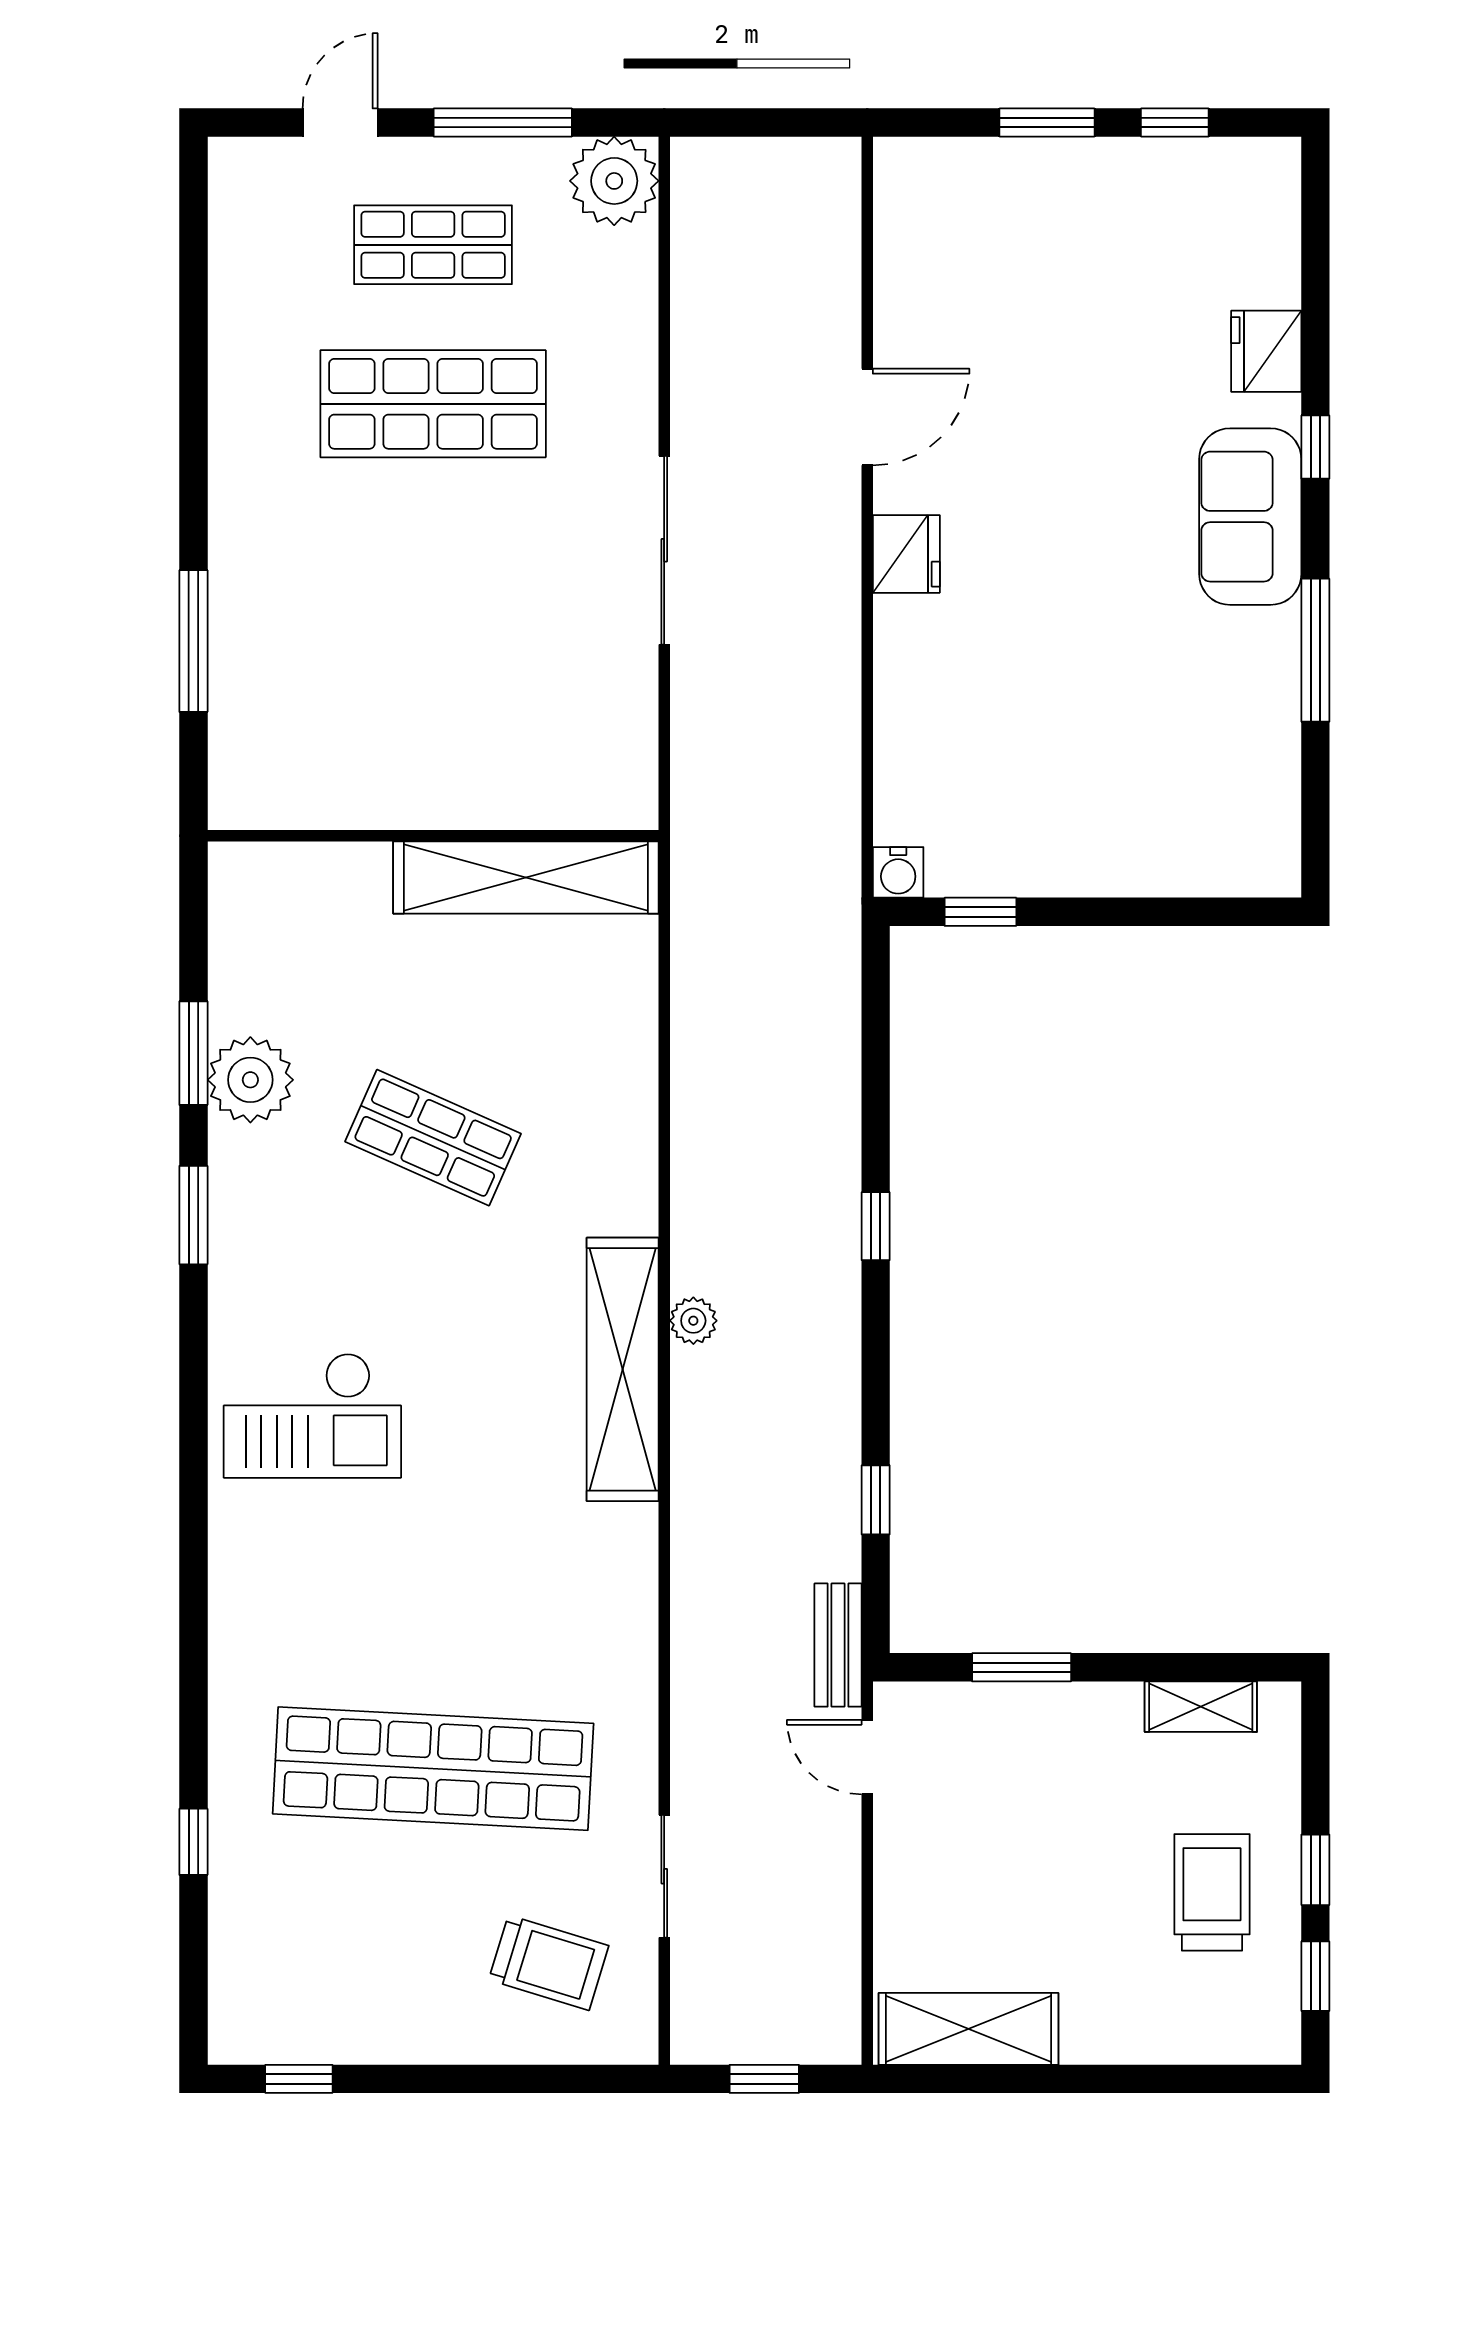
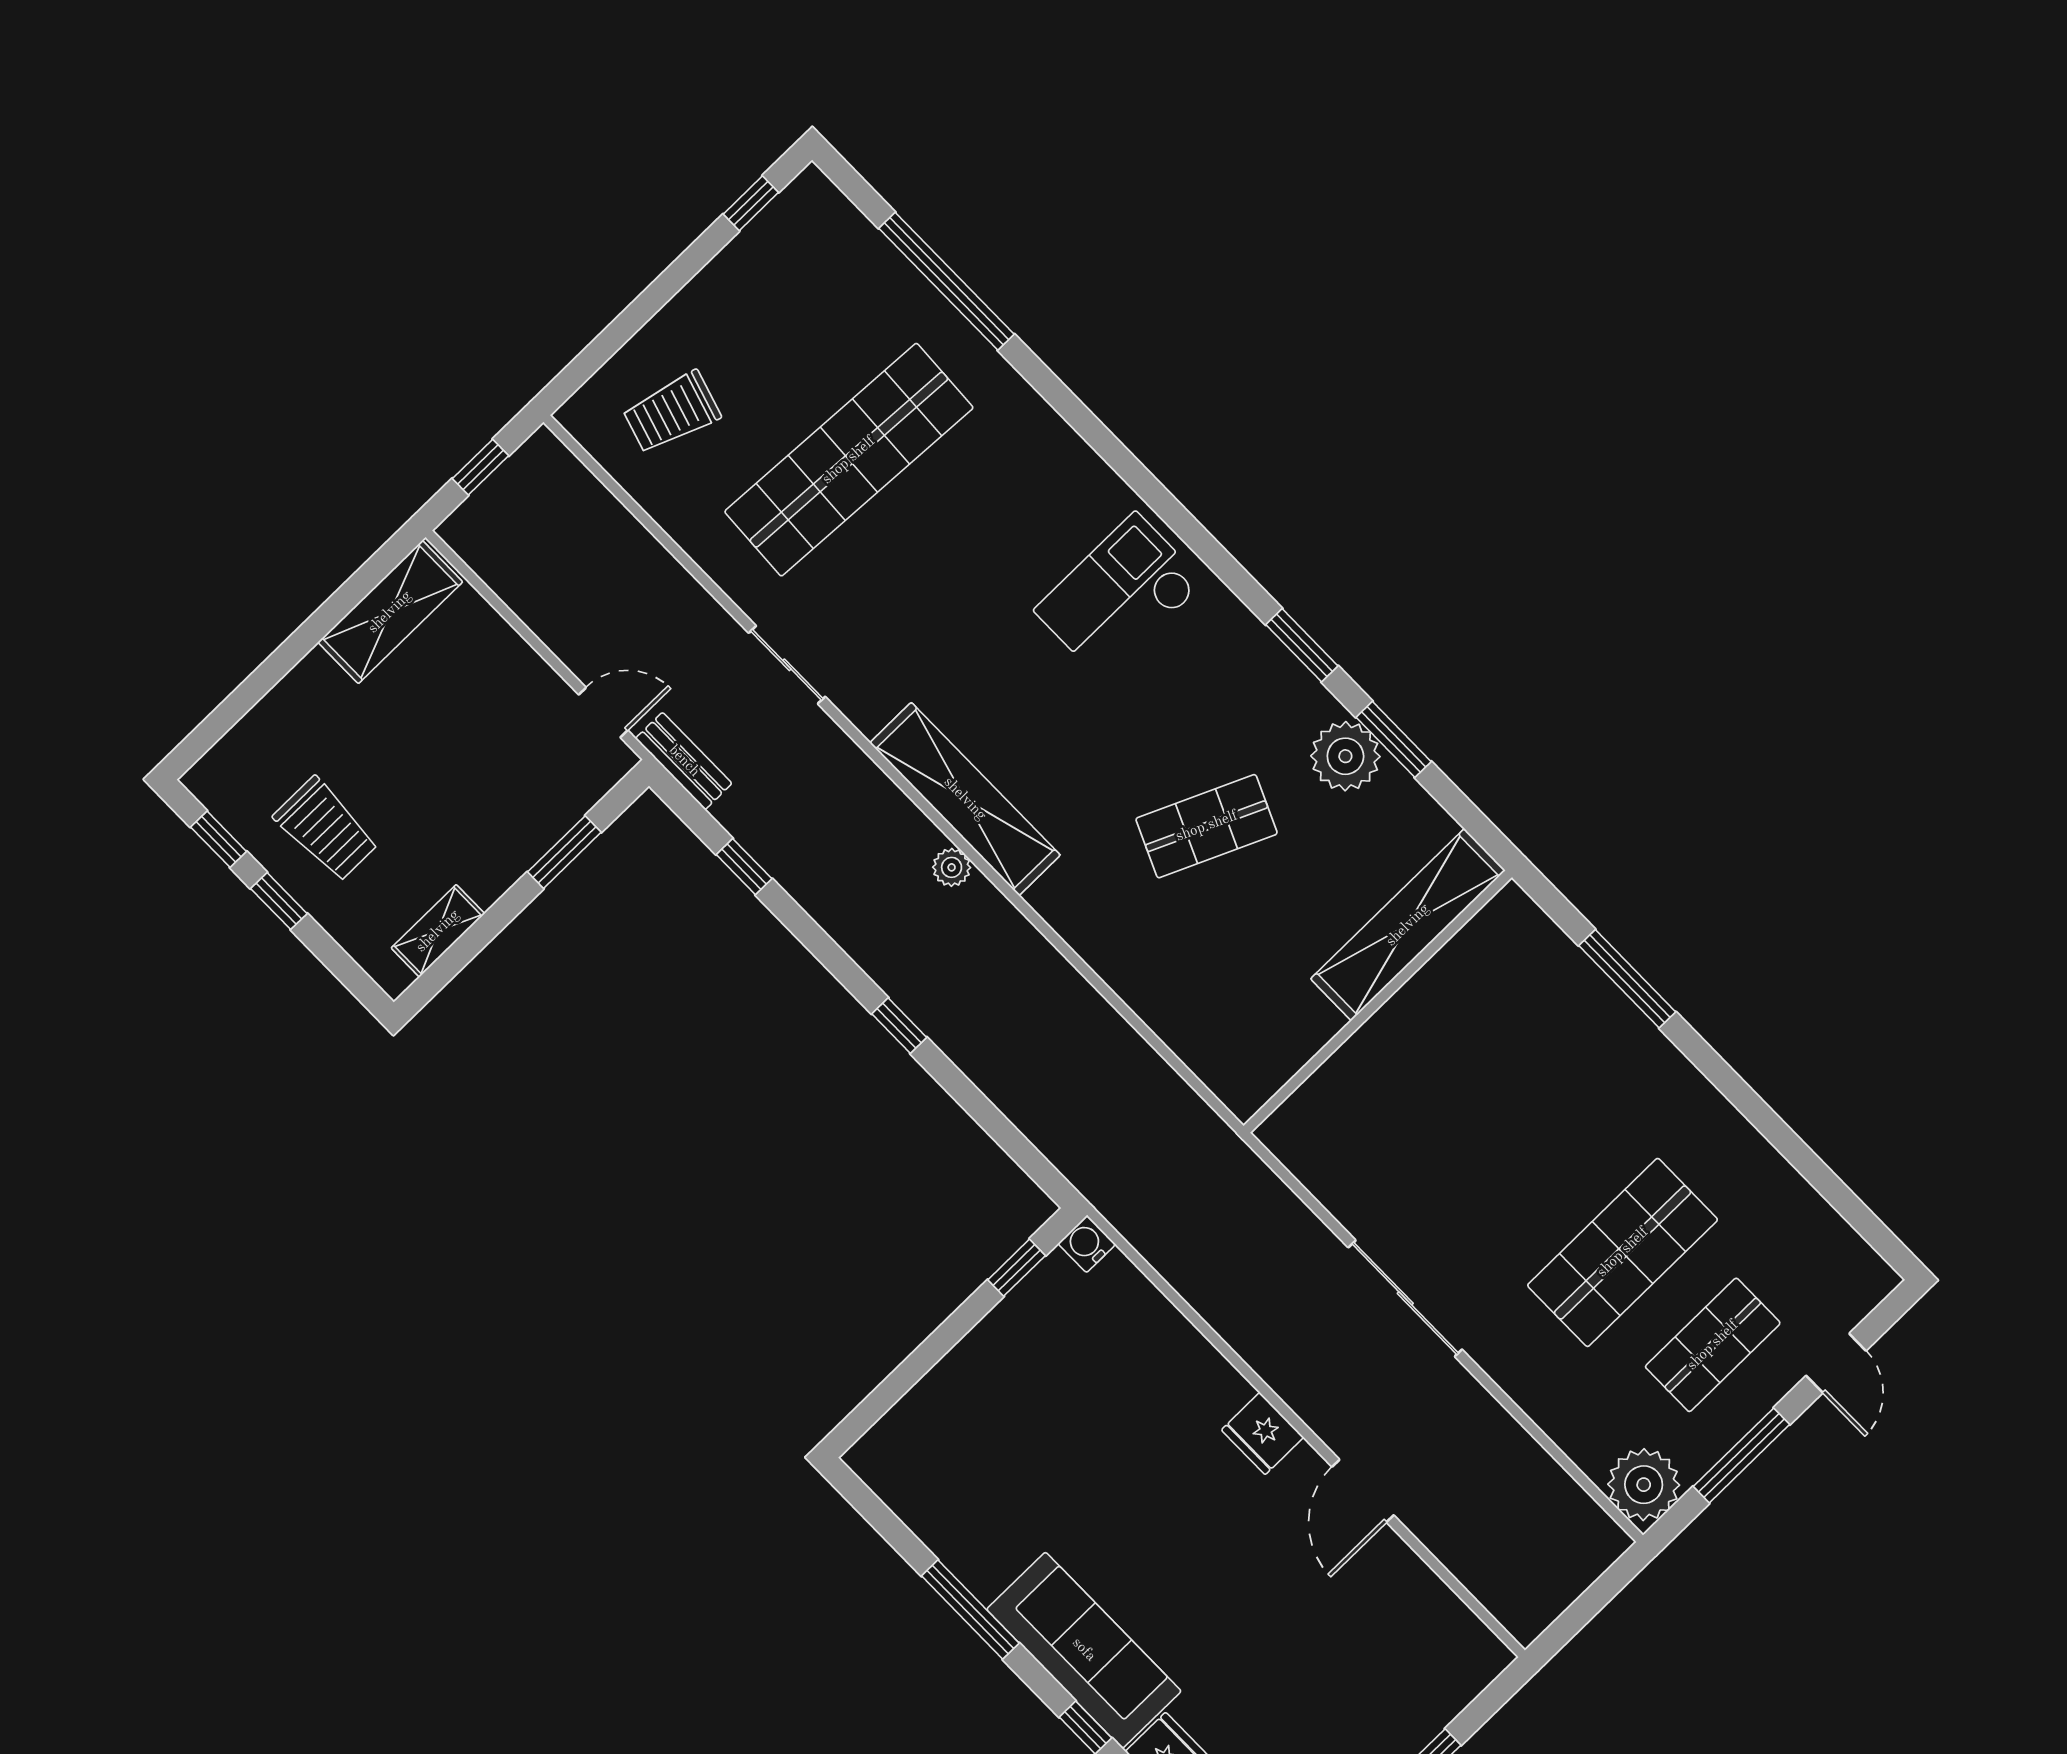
sofa: (1250, 517) -> (1084, 1650), width x1.36
shelving: (526, 878) -> (1408, 925), moved
window: (193, 1842) -> (947, 281), width x3.17
sliding door: (664, 1876) -> (787, 665), moved

